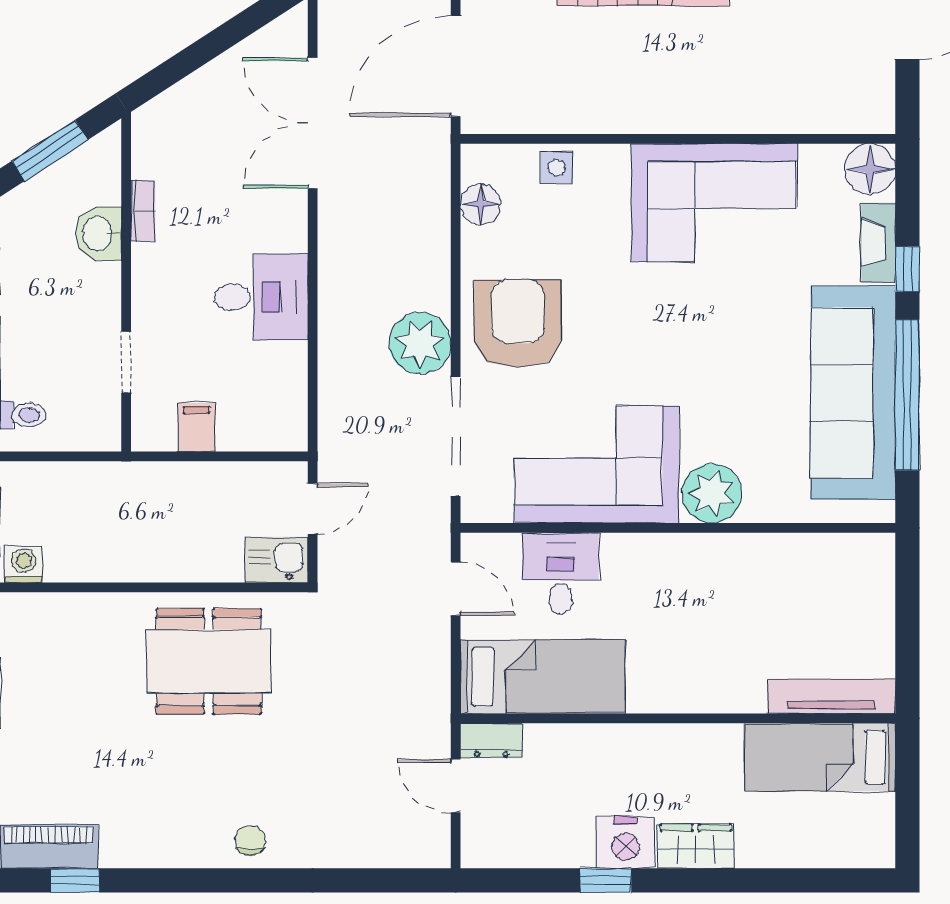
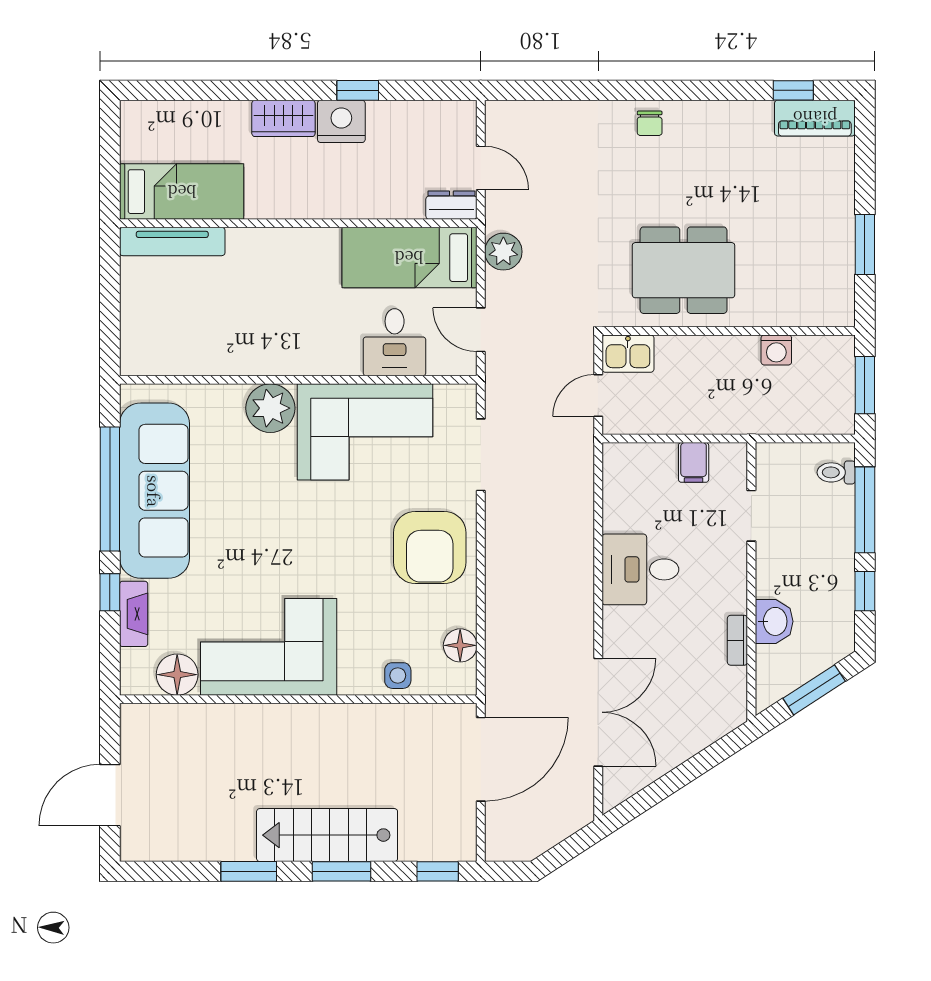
floor lamp: (870, 169) -> (177, 675), moved
plant: (420, 343) -> (503, 252), moved, width x0.73, depth x0.73
doorway: (456, 437) -> (481, 455), width x0.73
washing machine: (24, 564) -> (776, 350), moved

